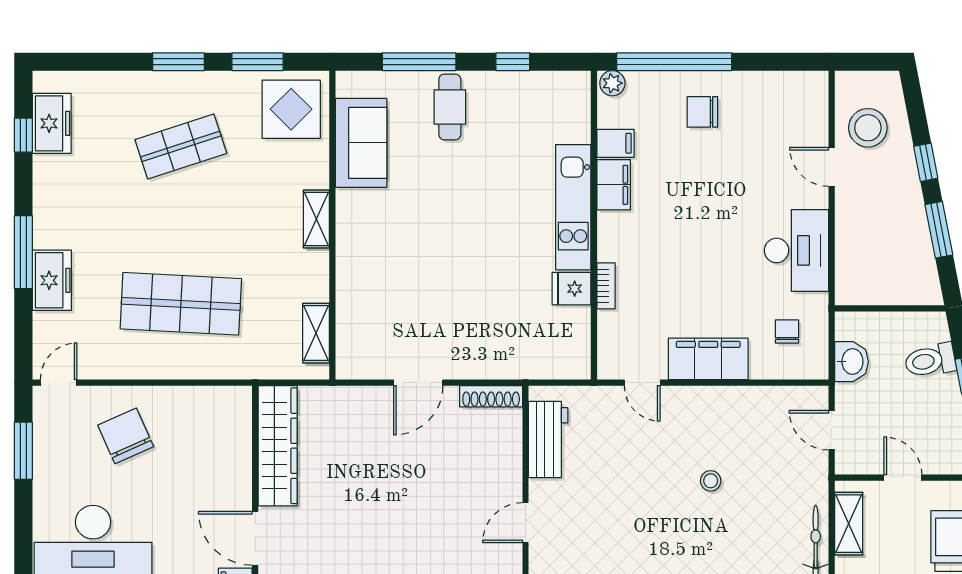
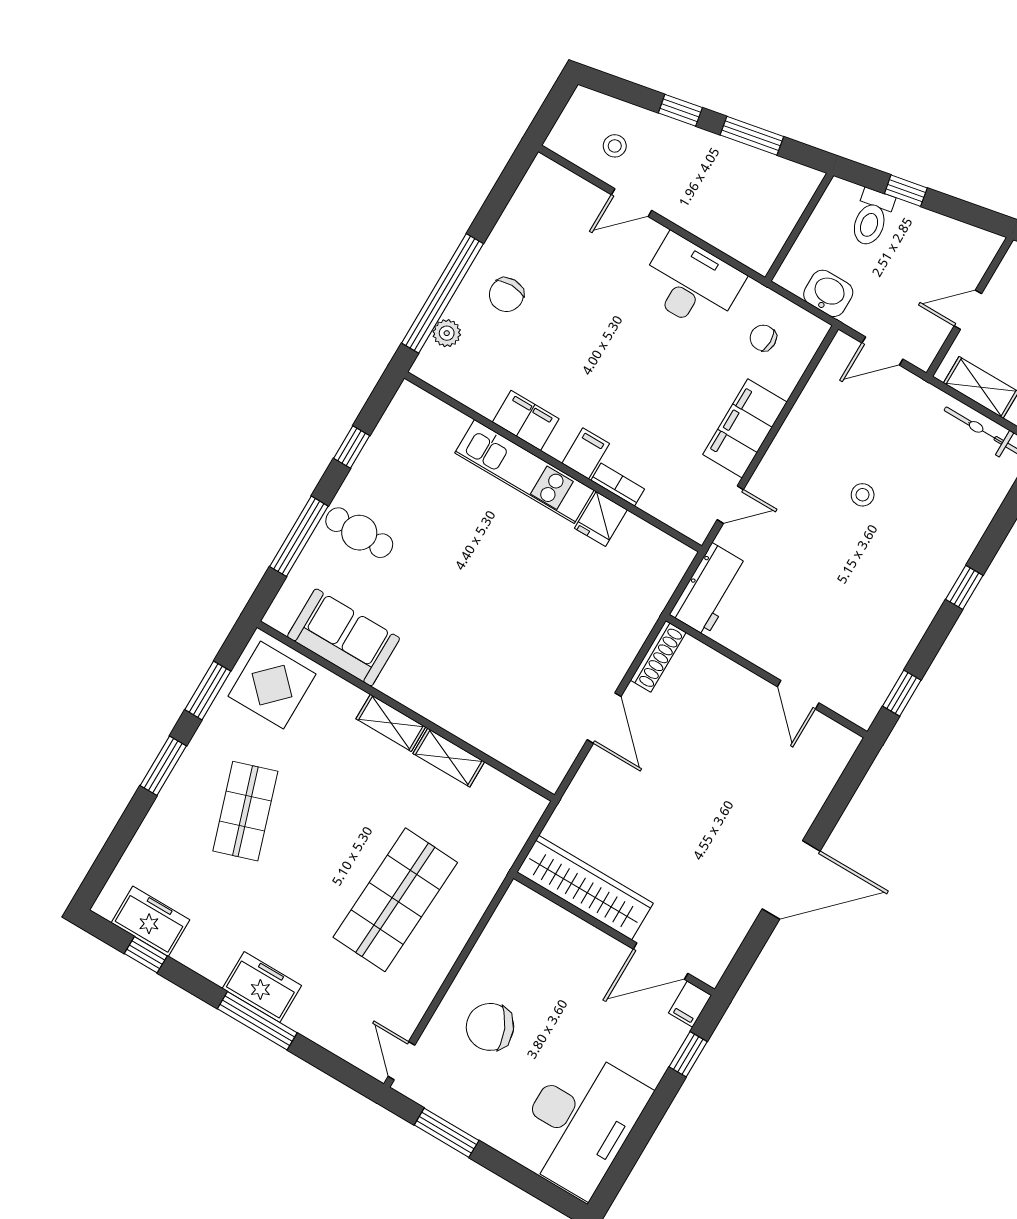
plant: (612, 83) -> (447, 333), moved
stool: (868, 128) -> (615, 146), width x0.53, depth x0.53
filing cabinet: (616, 143) -> (586, 453), moved
freezer: (52, 280) -> (262, 987), moved
shelving: (316, 333) -> (449, 758), moved
workbench: (548, 440) -> (709, 589), moved, turned 90

